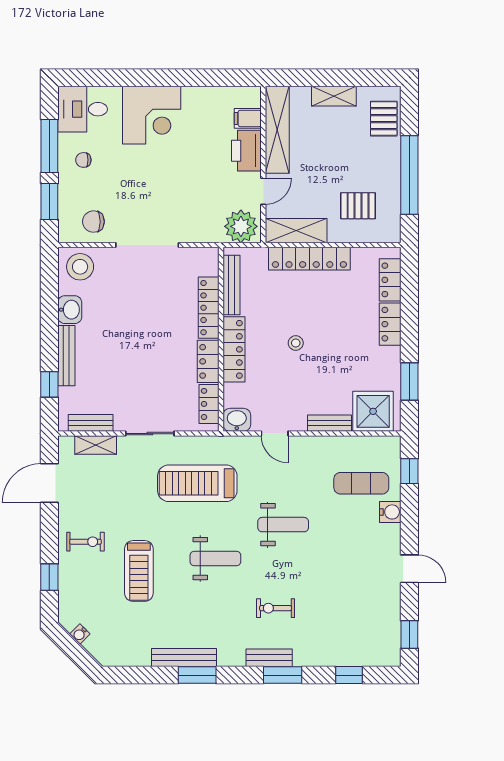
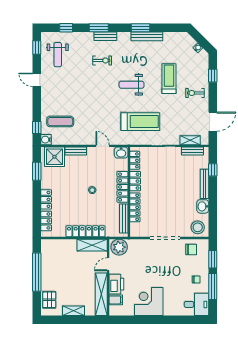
corner desk: (152, 115) -> (149, 301), moved
pallet: (358, 206) -> (62, 257), removed
water cooler: (390, 512) -> (46, 140), moved
weight bench: (283, 525) -> (58, 55), moved, turned -90

